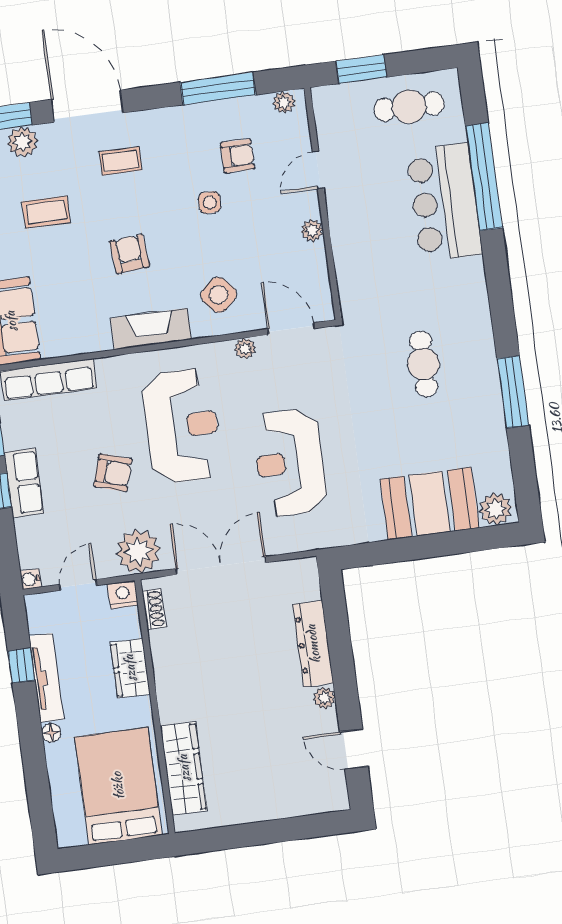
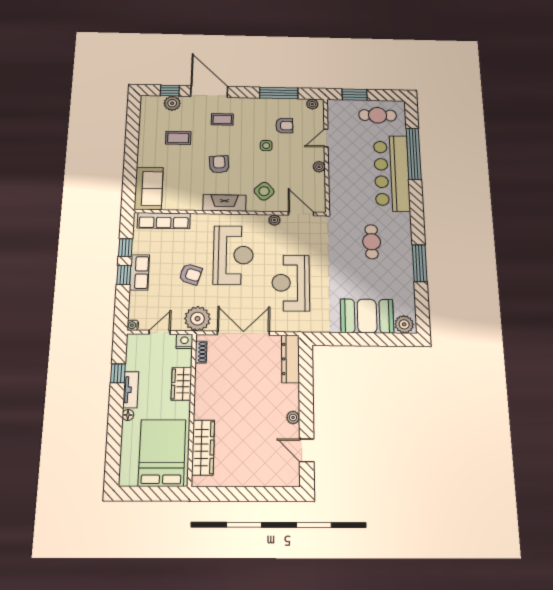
bar counter: (444, 202) -> (392, 173), width x1.36
dresser: (313, 644) -> (290, 359), moved
tv unit: (46, 678) -> (131, 390), width x0.71

